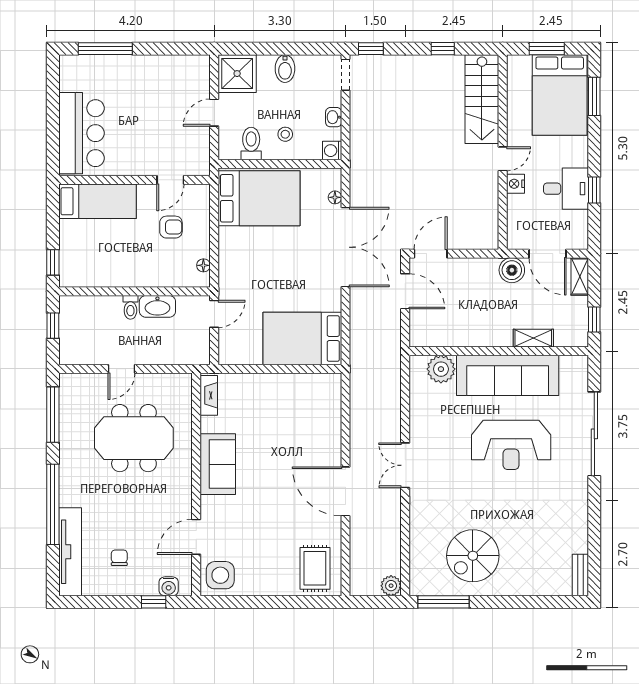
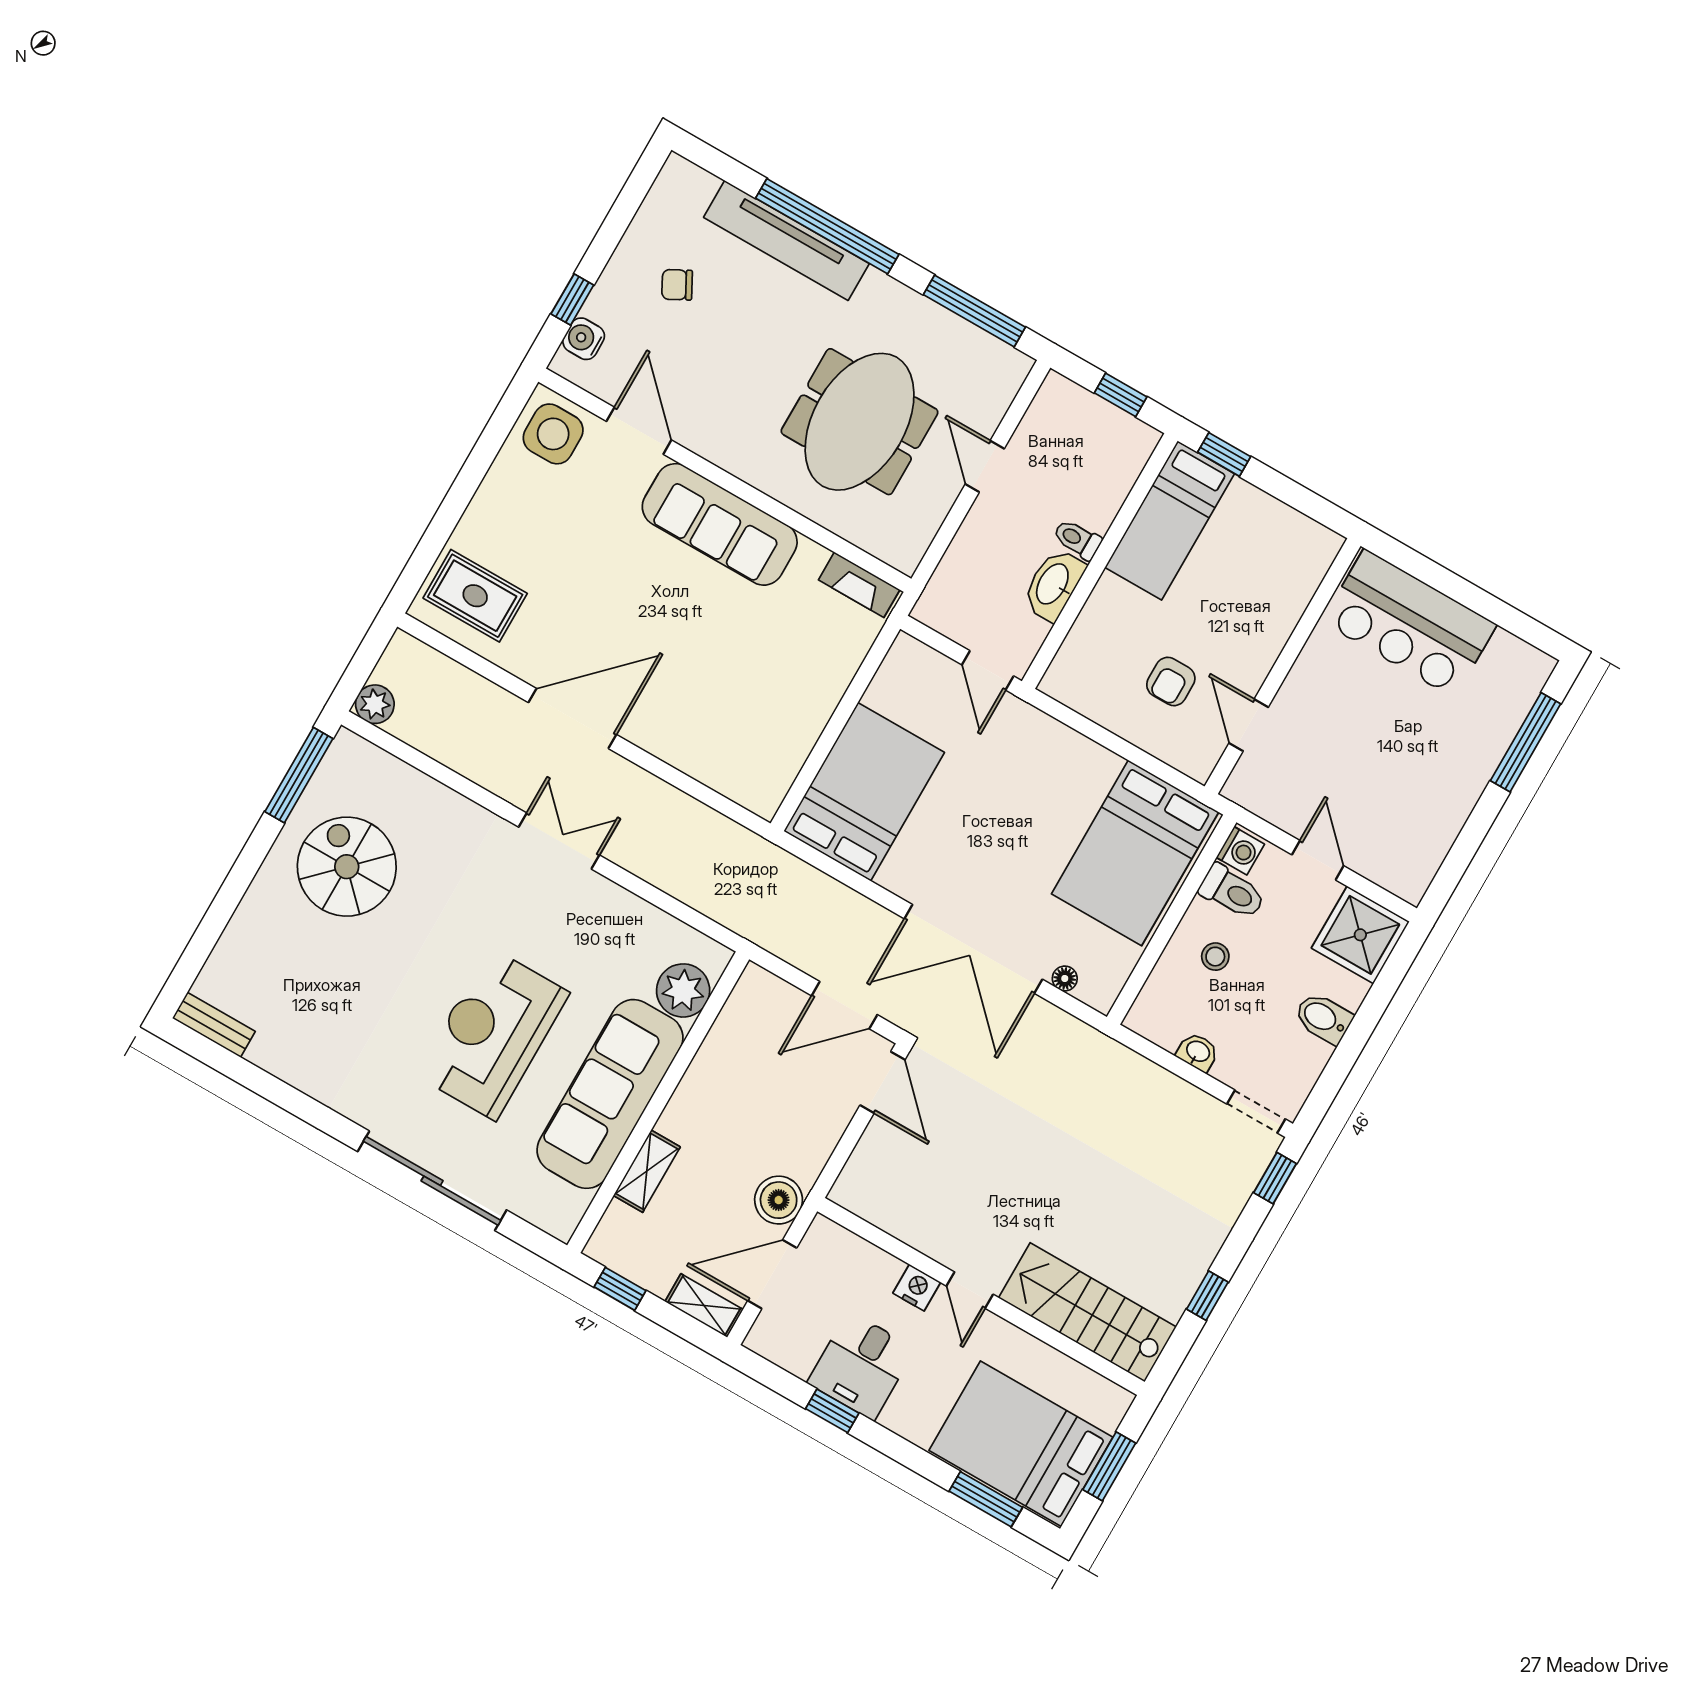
washing machine: (332, 151) -> (1240, 851), moved, turned 90
bed: (98, 201) -> (1170, 520), moved
floor lamp: (203, 265) -> (1077, 699), removed
sofa: (218, 464) -> (720, 524), width x1.36
tv unit: (70, 552) -> (786, 240), moved
chair: (119, 558) -> (677, 285), turned 152

